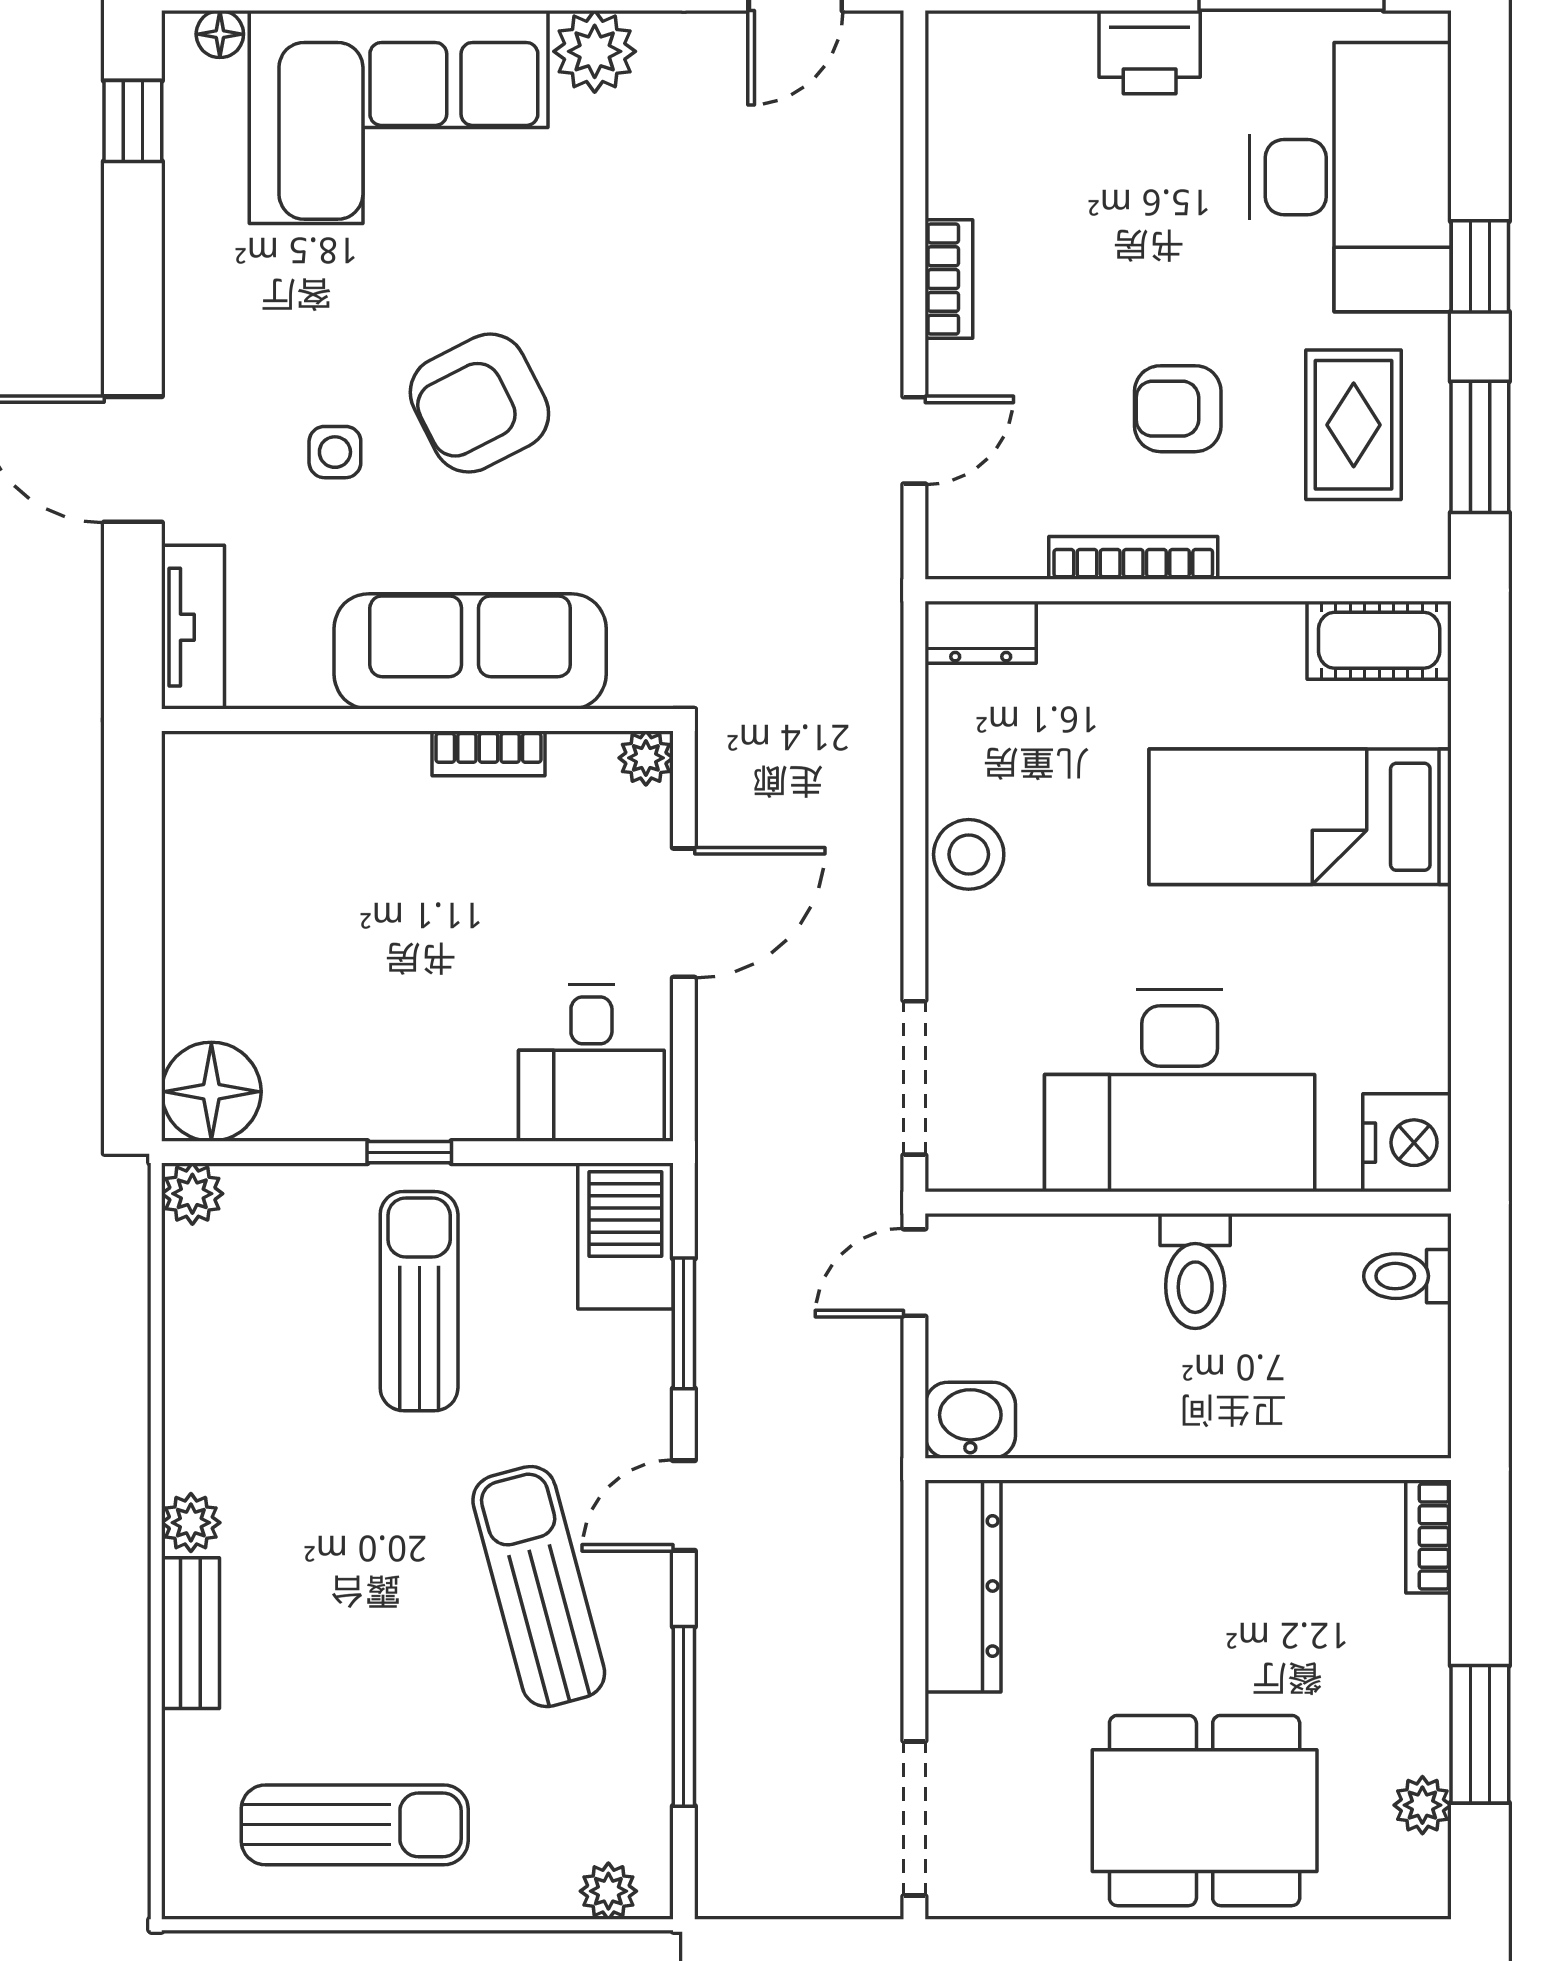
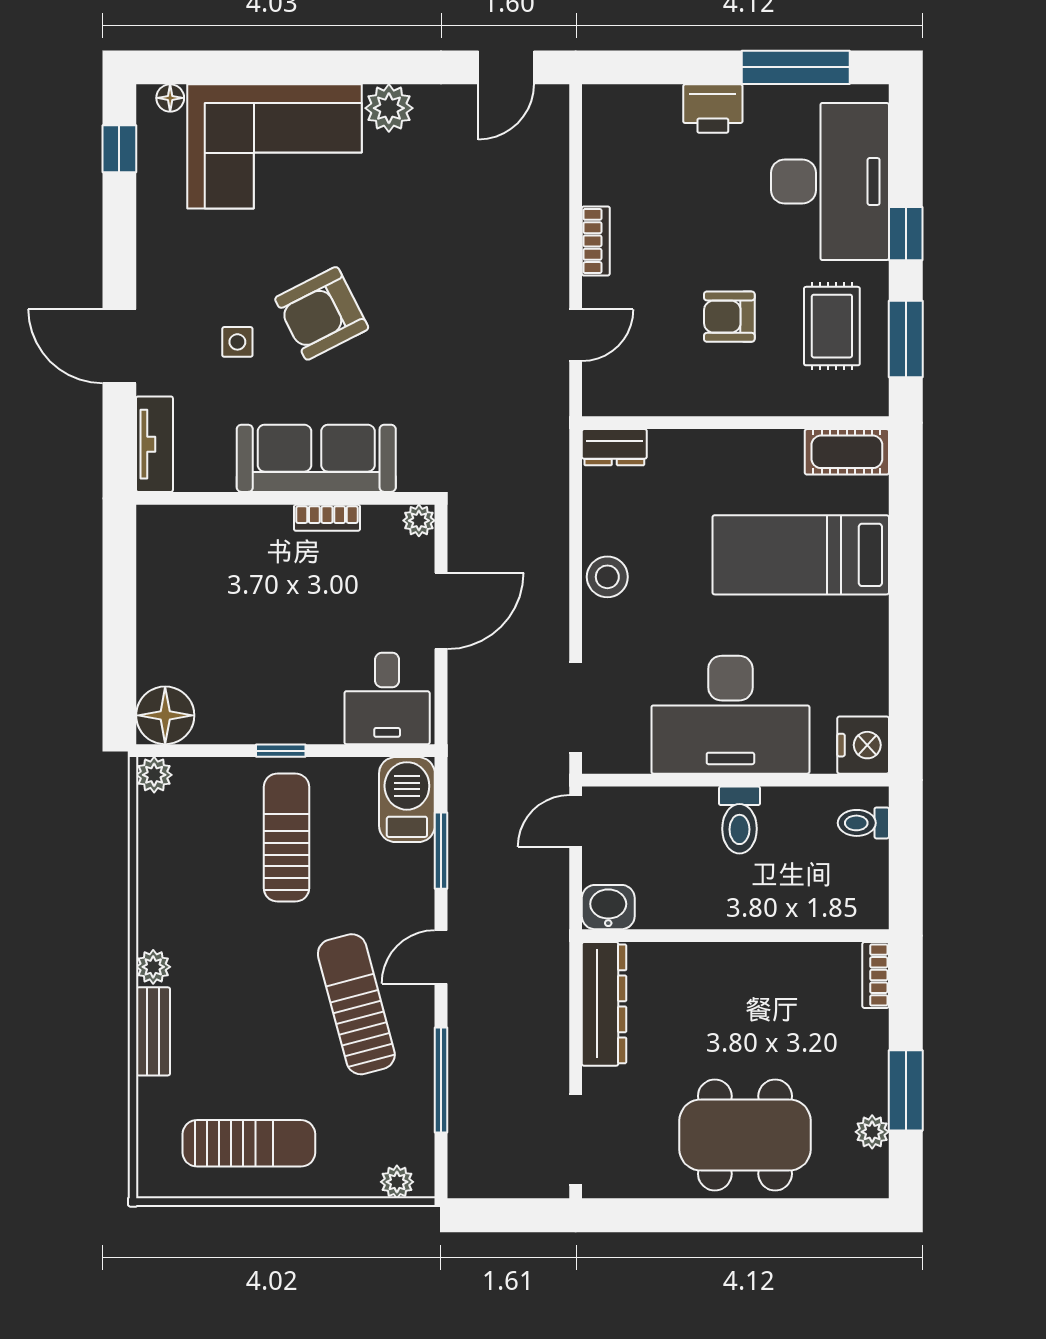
bookcase: (1133, 558) -> (703, 404), removed

